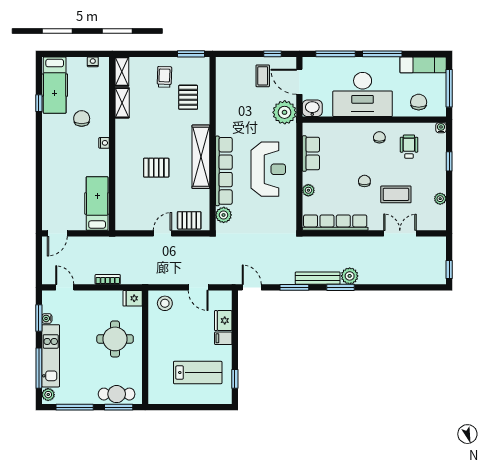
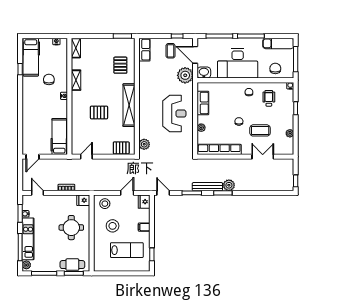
trolley: (164, 77) -> (104, 52), removed
shelving: (122, 103) -> (76, 80), moved
row of seats: (224, 171) -> (144, 50), moved, width x0.50
door: (163, 233) -> (86, 157), moved
door: (198, 287) -> (127, 193), swing flipped
fridge: (223, 321) -> (144, 202), moved
stool: (176, 336) -> (113, 226), added

